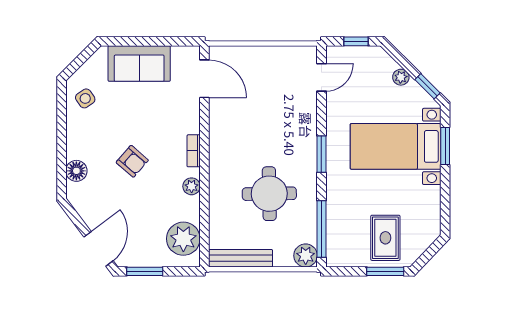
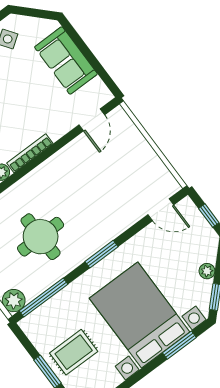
door: (204, 79) -> (92, 120), width x0.73
bed with nightstands: (396, 146) -> (140, 315), width x1.36
bookcase: (194, 151) -> (30, 153), width x1.56

